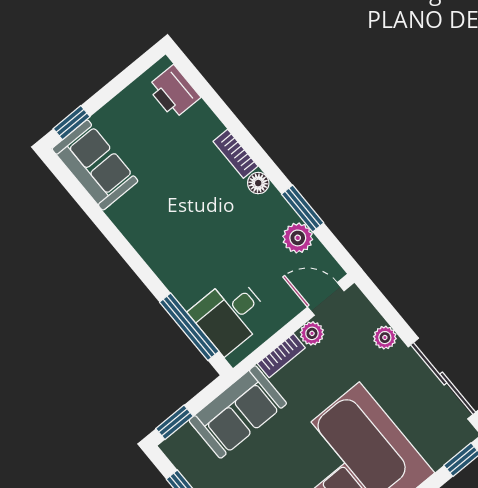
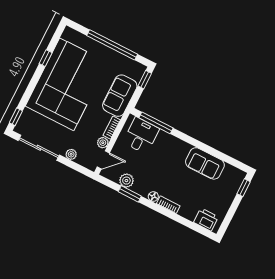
sofa: (95, 165) -> (205, 163), moved

